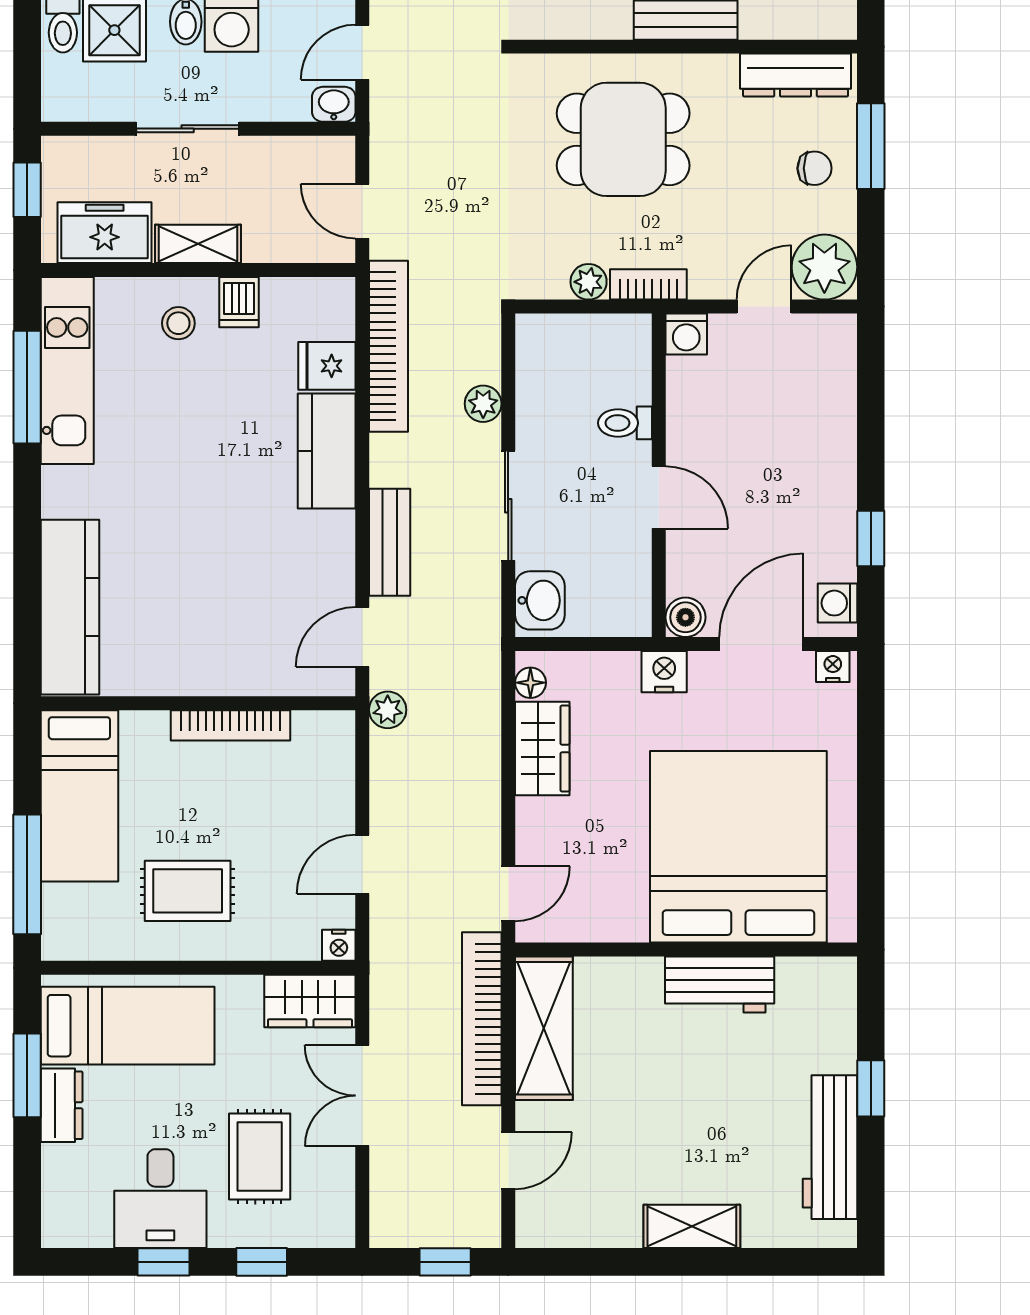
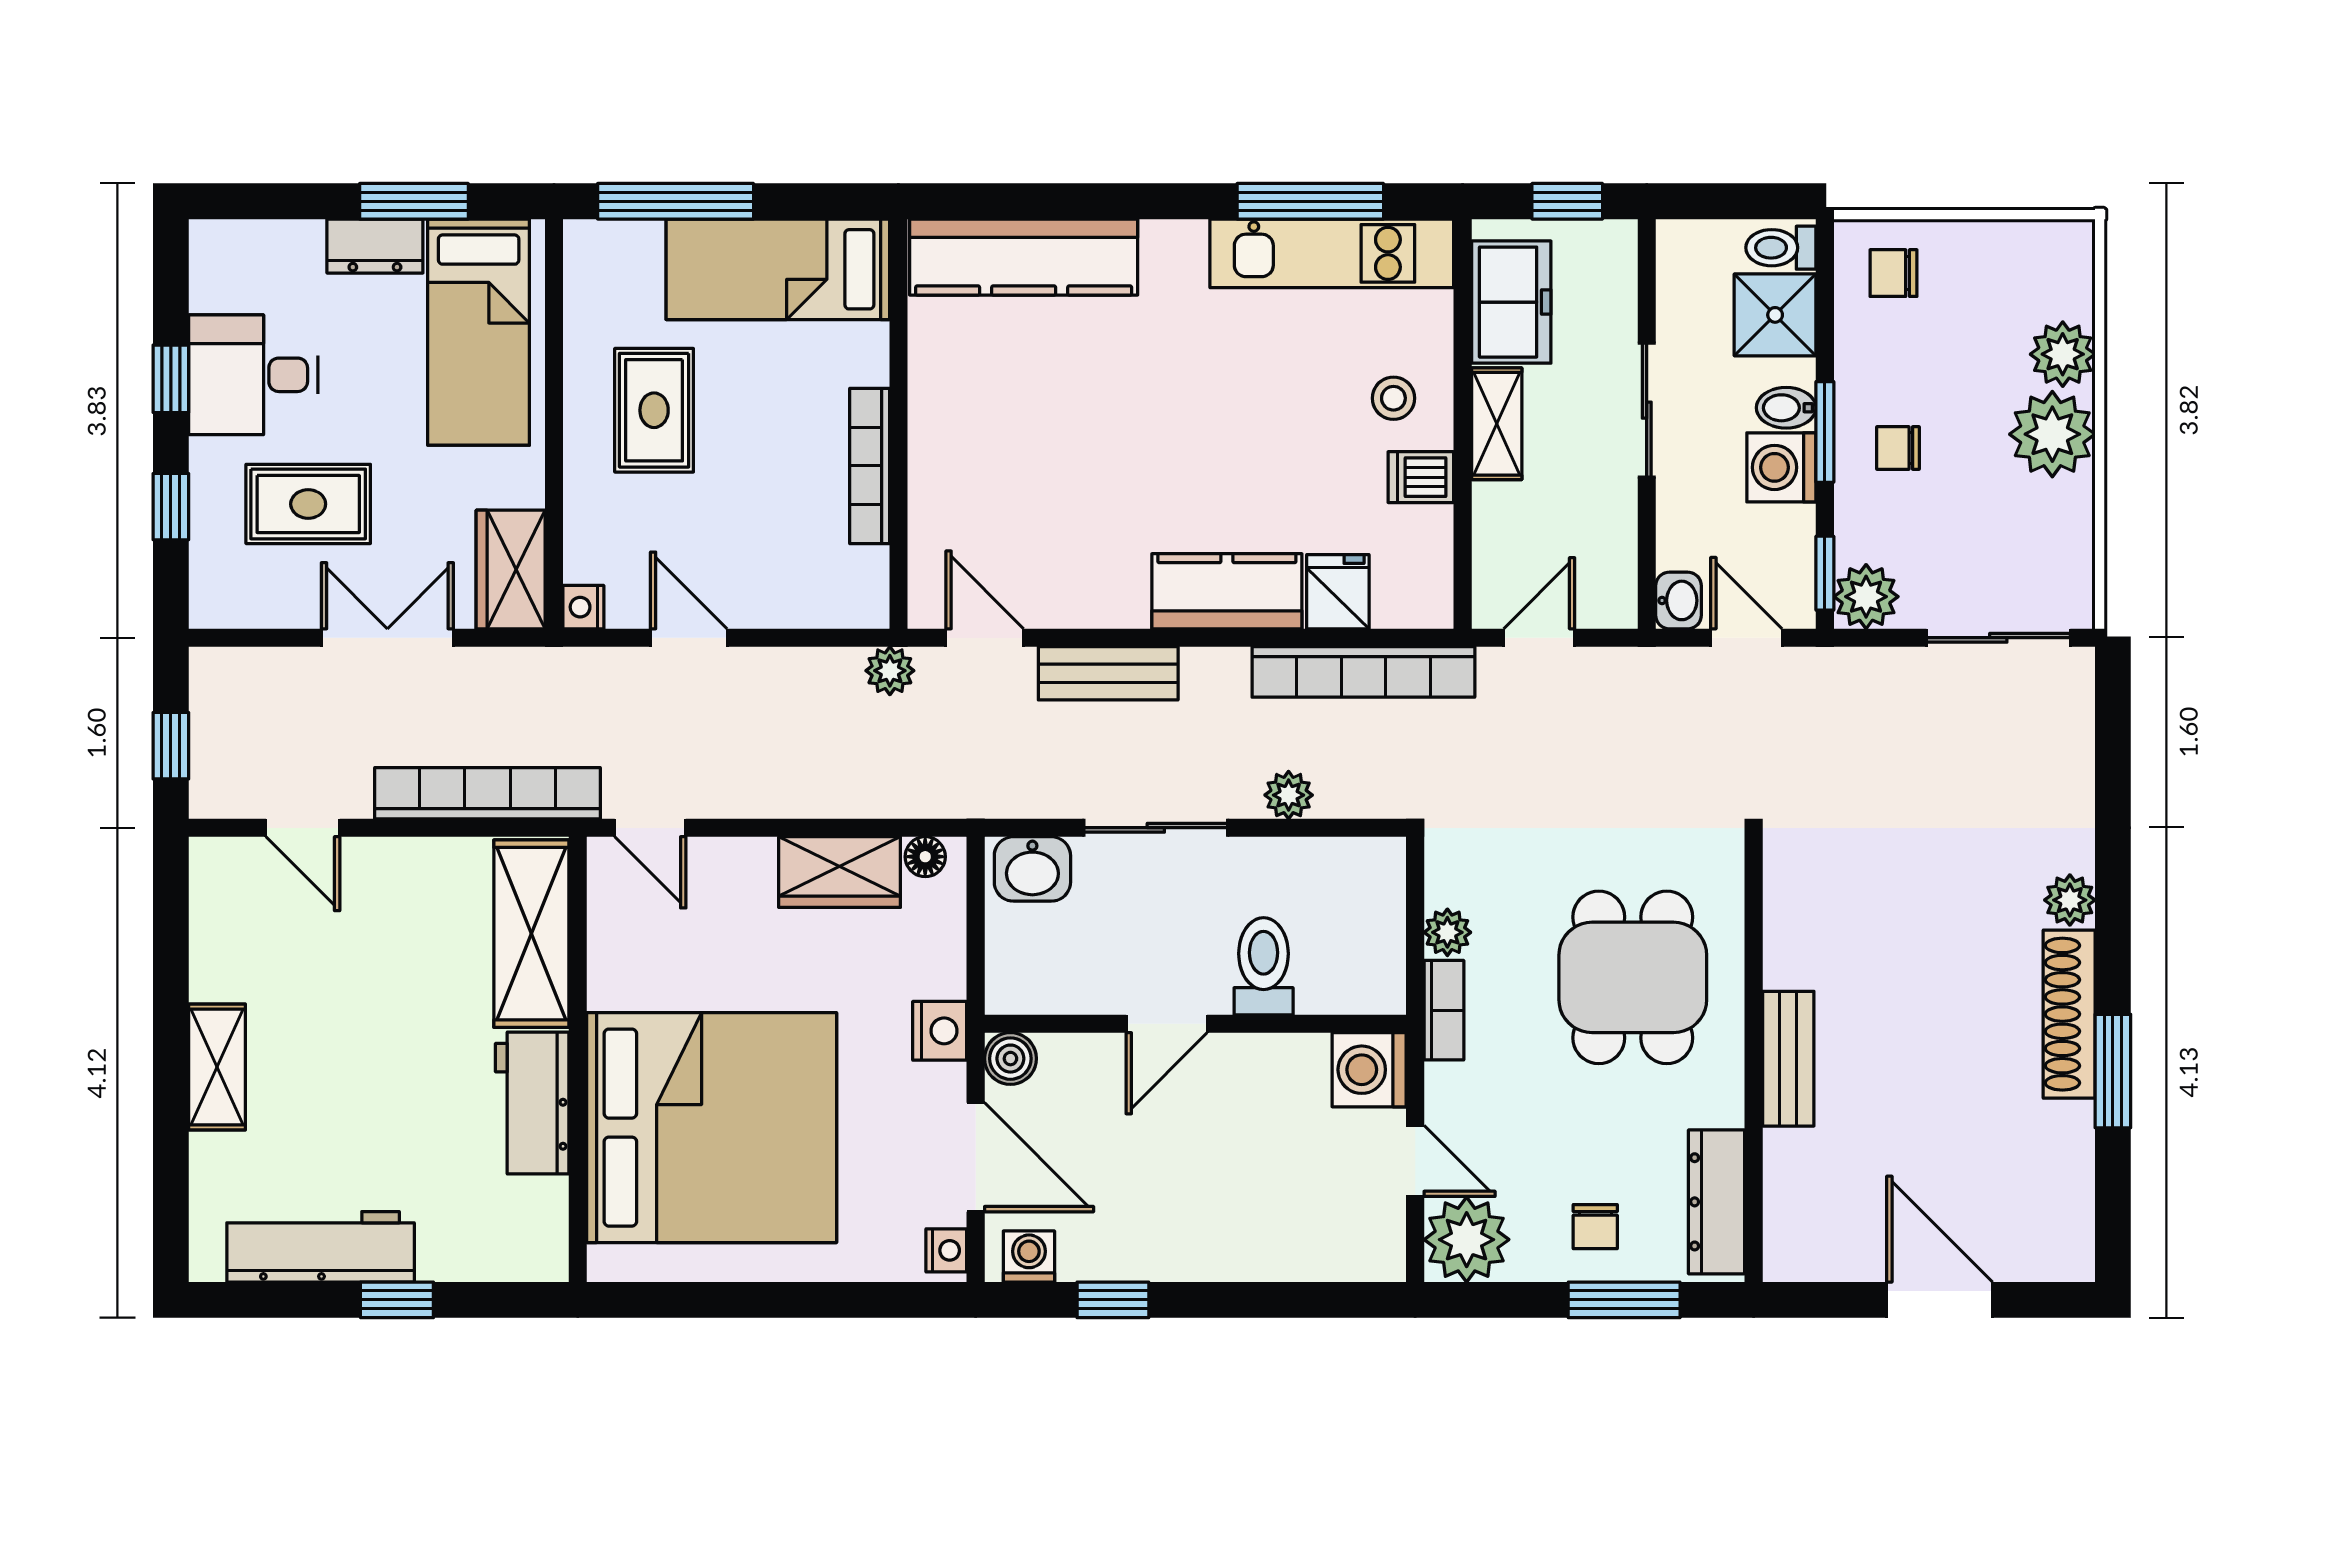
washing machine: (686, 334) -> (1369, 1070), width x1.38, depth x1.38
toilet: (625, 423) -> (1264, 966), width x1.37, depth x1.39
shelving: (544, 1028) -> (531, 934), moved, turned 90

